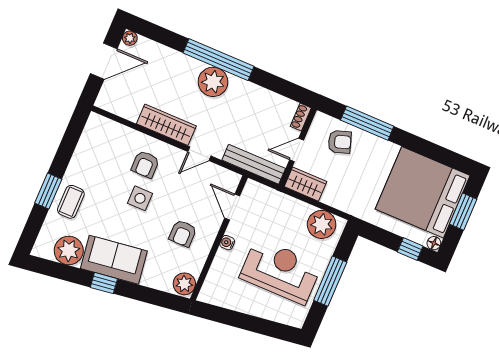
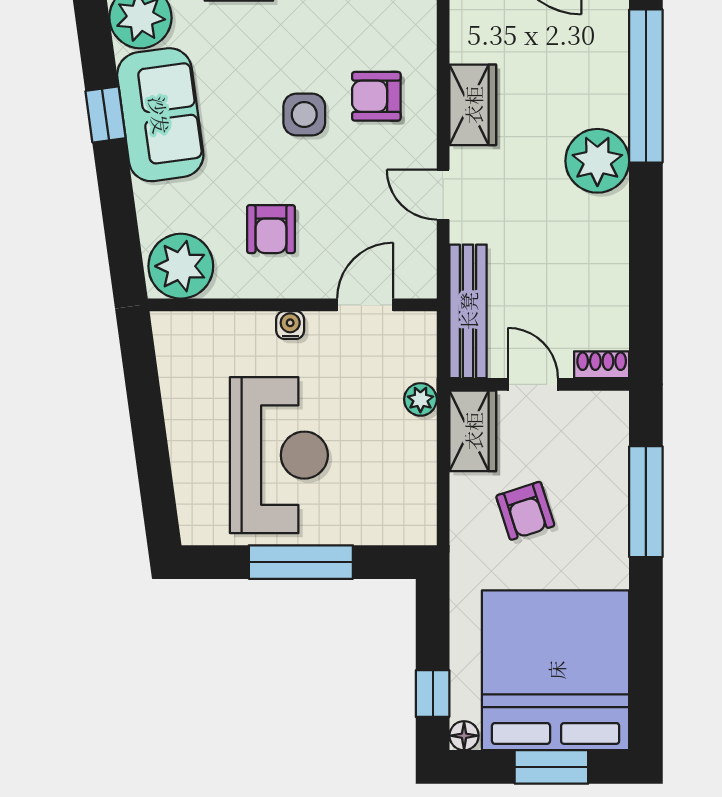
window: (218, 60) -> (646, 86), moved
wardrobe: (166, 125) -> (473, 105), width x0.67
armchair: (340, 142) -> (525, 511), moved
plant: (322, 224) -> (420, 399), moved, width x0.53, depth x0.53
armchair: (183, 233) -> (271, 229), turned -90
plant: (184, 284) -> (181, 266), width x1.36, depth x1.36

